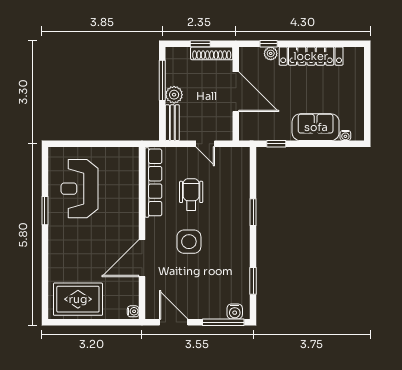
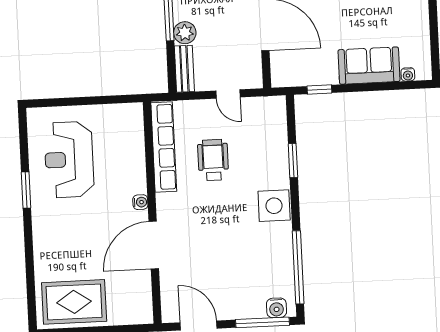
window: (253, 212) -> (293, 161), moved
side table: (189, 242) -> (274, 206), moved
window: (253, 281) -> (298, 267), width x2.11
water cooler: (133, 311) -> (140, 202), moved

